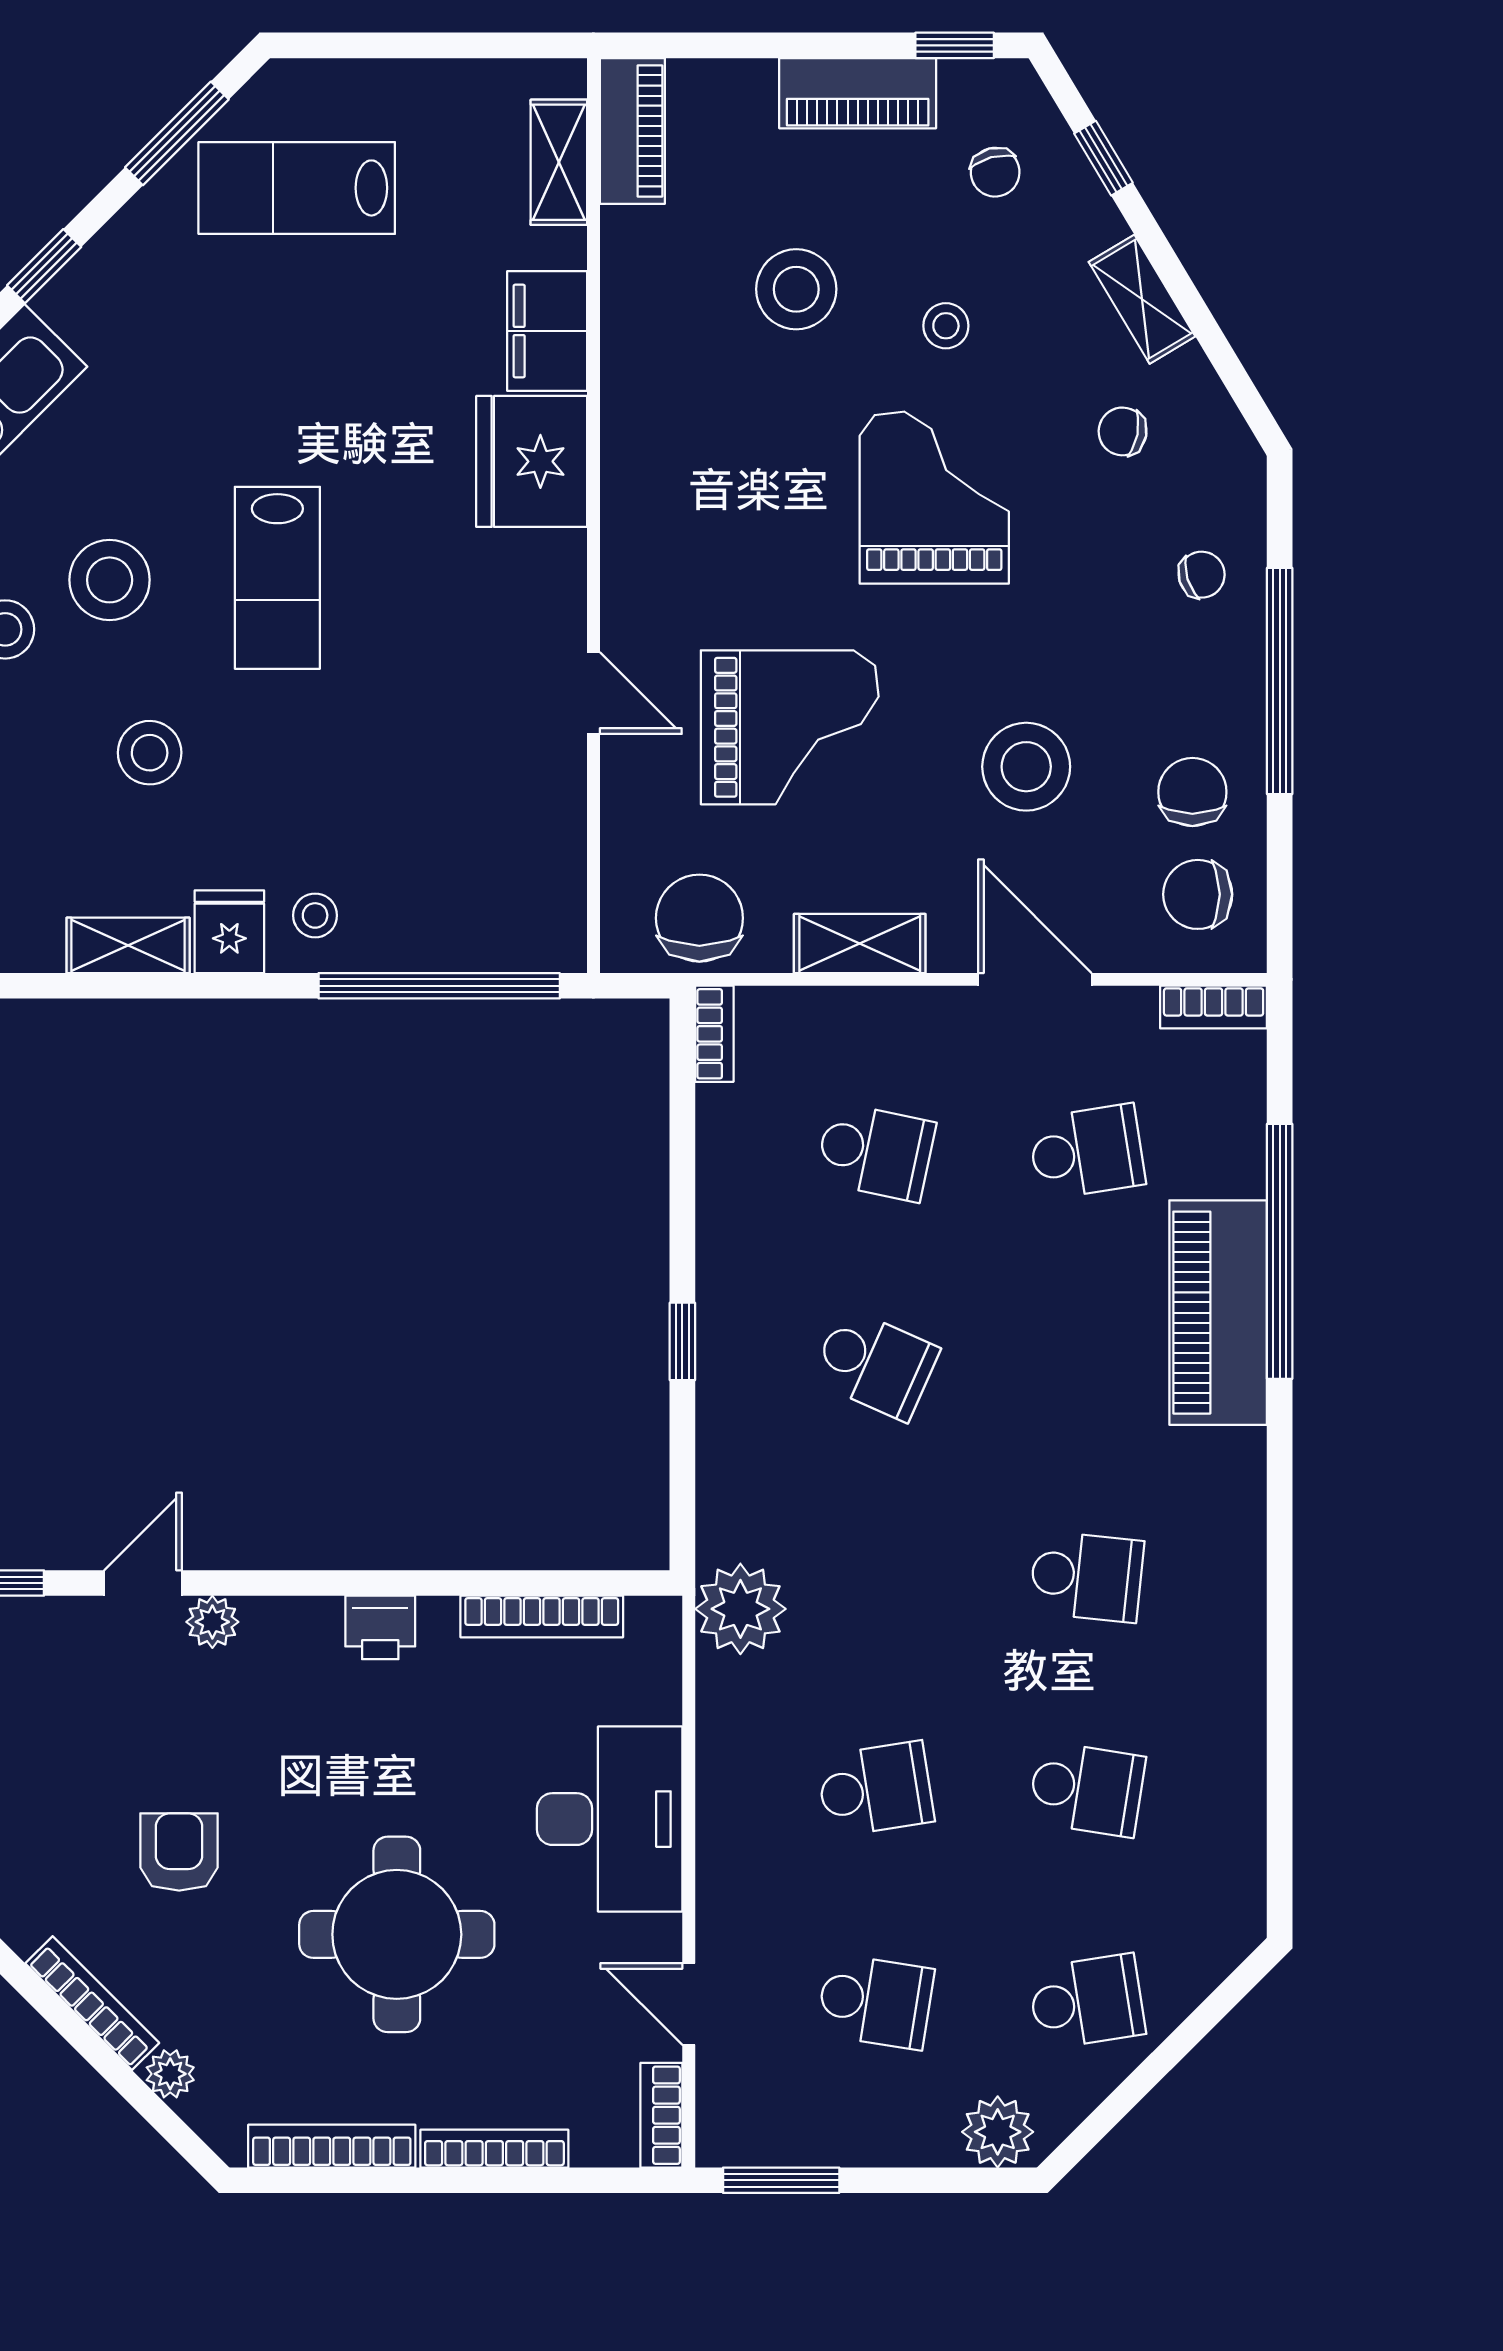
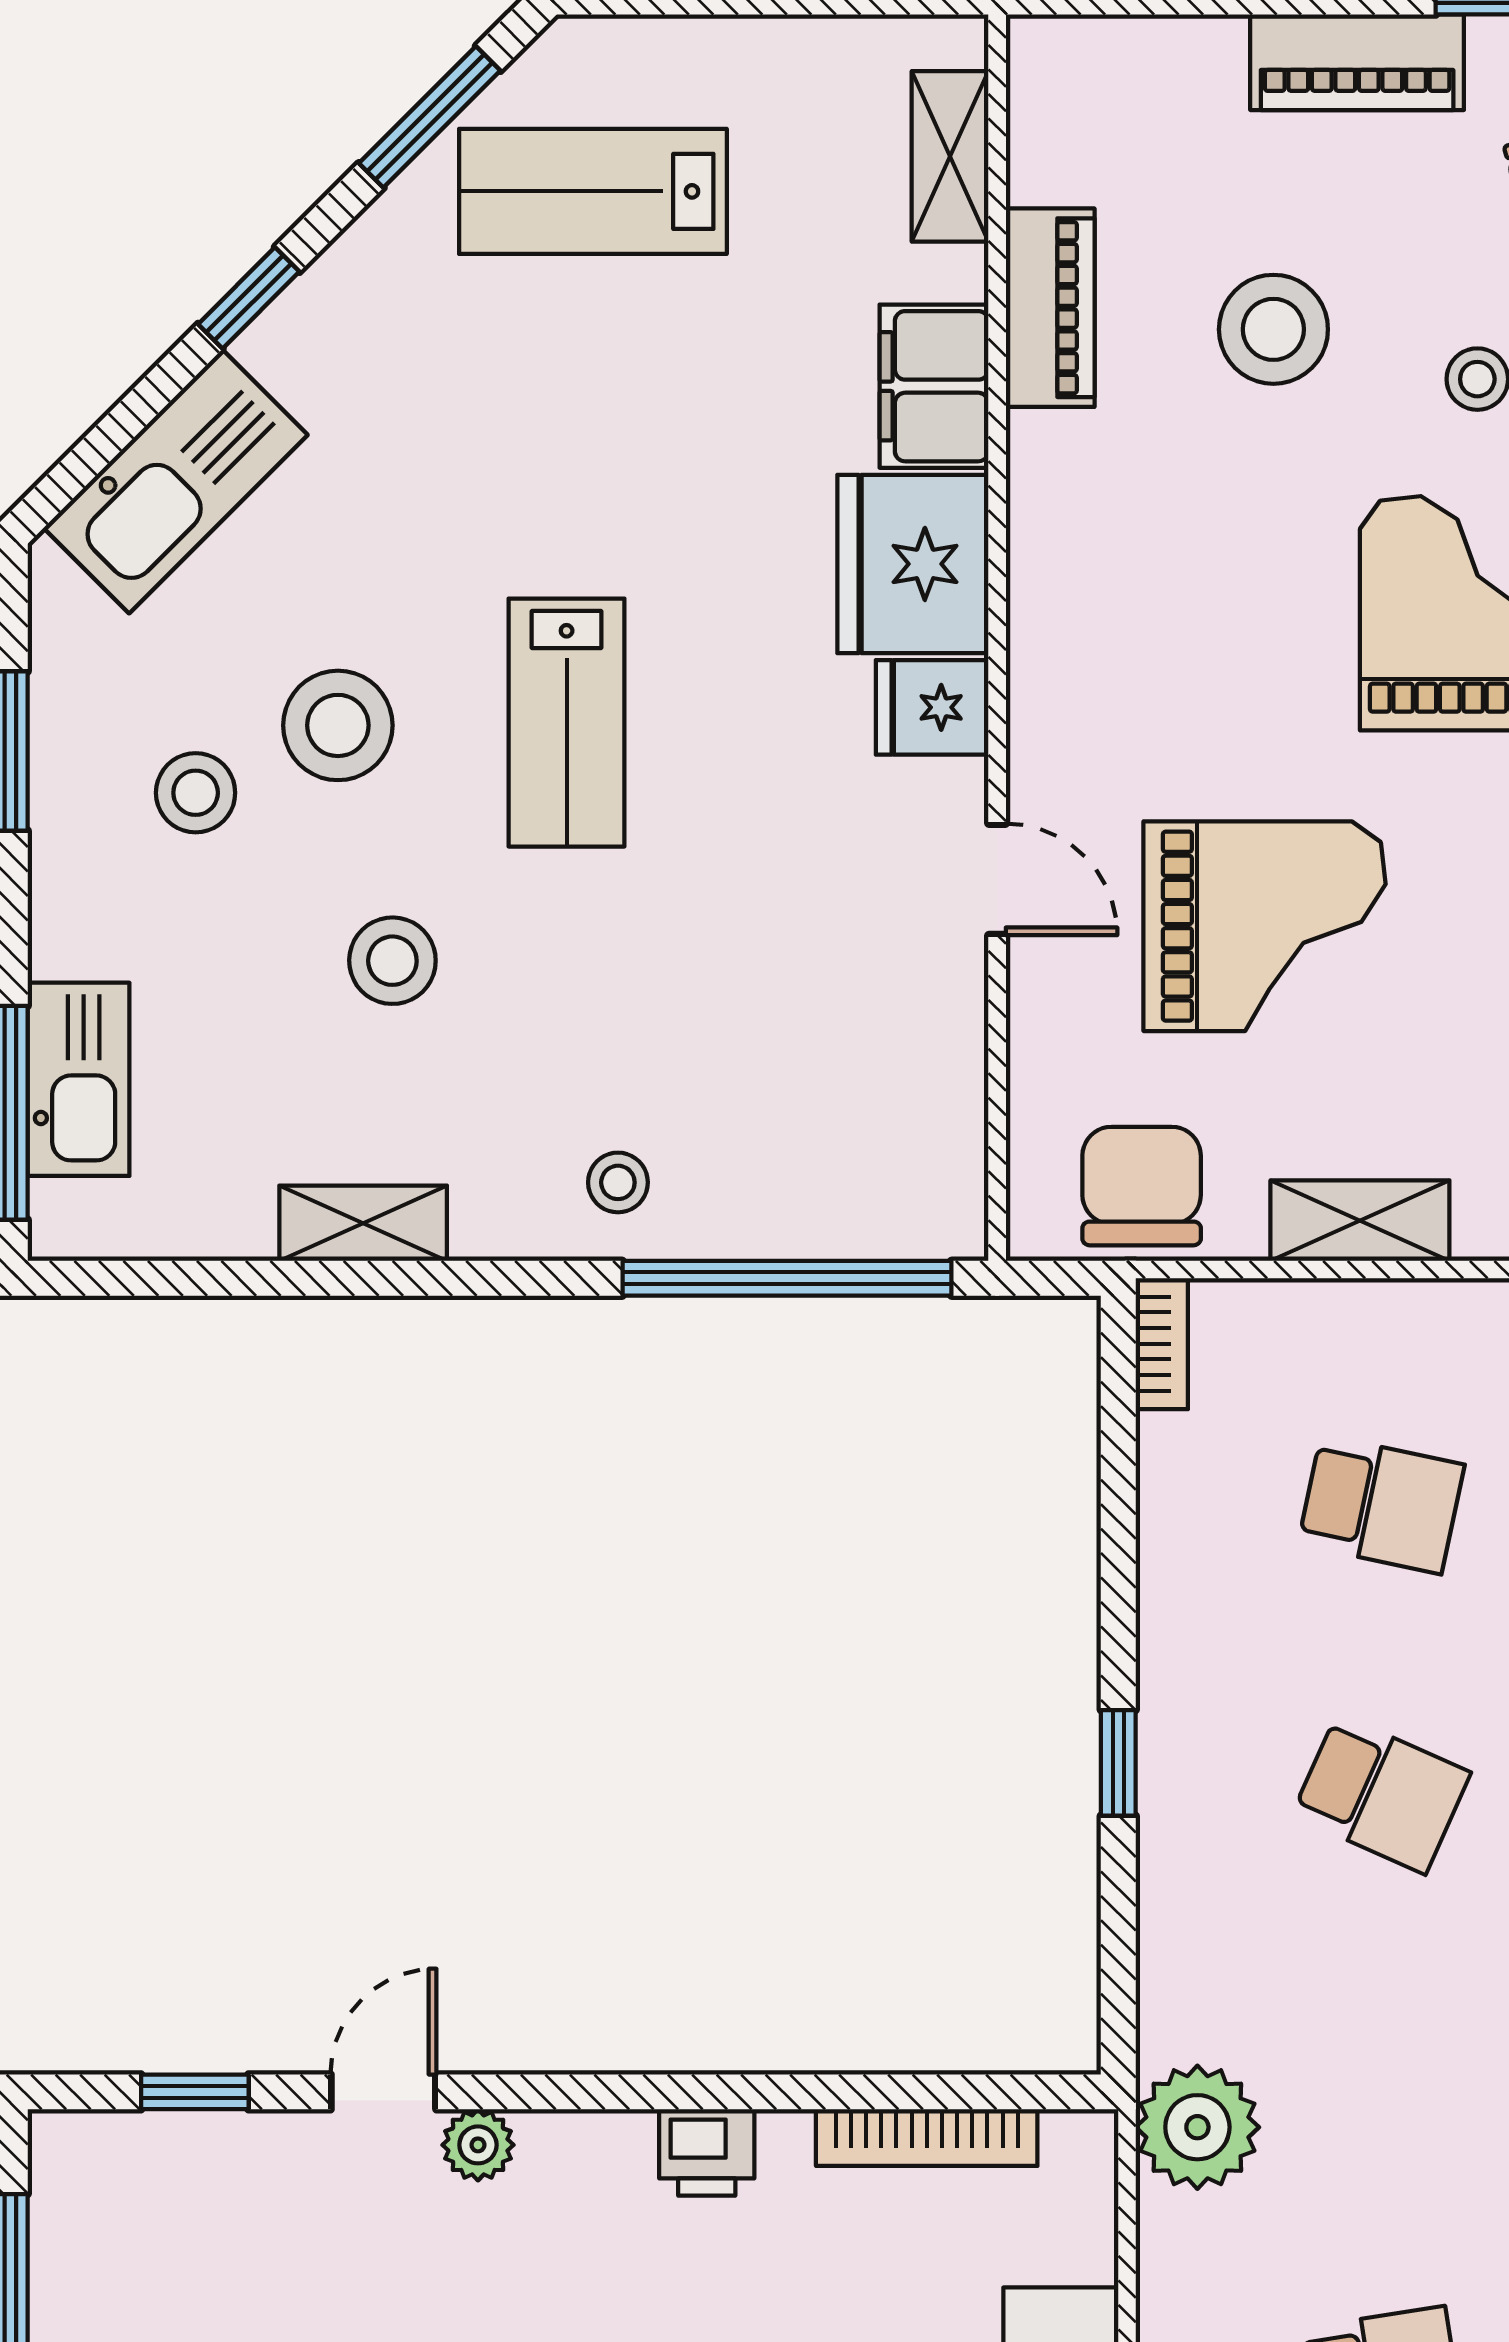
piano: (632, 131) -> (1050, 308), moved
fridge: (229, 932) -> (932, 707), moved, turned -90

